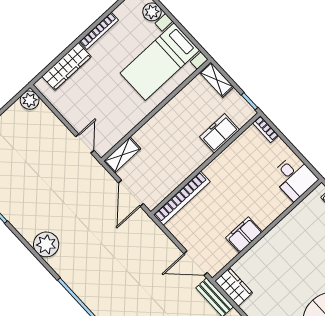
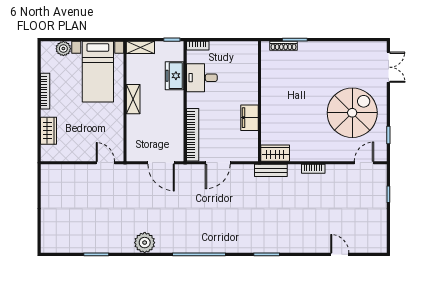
wardrobe: (67, 66) -> (49, 131), width x0.67
plant: (30, 100) -> (48, 172), removed
shelving: (122, 155) -> (133, 99), moved
desk: (294, 177) -> (202, 78), moved, turned 180
door: (196, 263) -> (218, 163), moved

